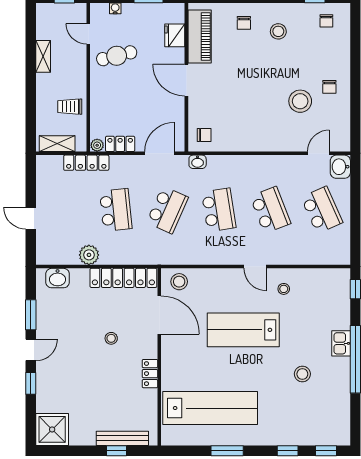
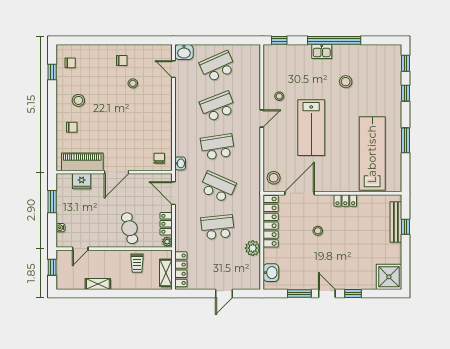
cafe table: (117, 56) -> (130, 228), moved
stool: (300, 101) -> (133, 83), width x0.53, depth x0.53
locker: (86, 163) -> (181, 269), moved

